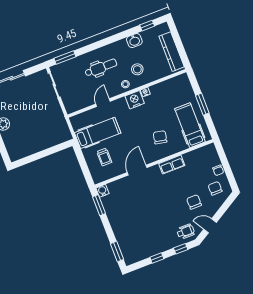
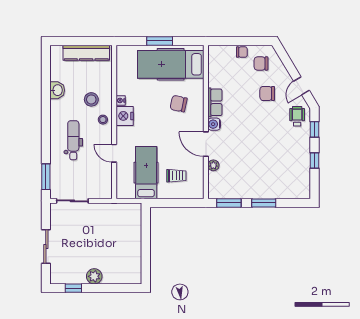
window: (147, 26) -> (46, 69), removed
hospital bed: (190, 125) -> (171, 64), width x1.37, depth x1.29
plant: (123, 182) -> (213, 165), added
water cooler: (102, 191) -> (214, 124), moved
window: (117, 252) -> (264, 203), moved

